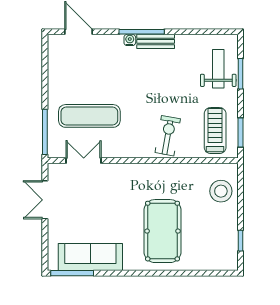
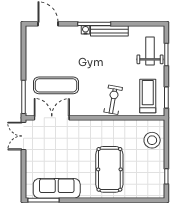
bench: (156, 41) -> (109, 31), width x1.36
double door: (84, 161) -> (52, 118), width x1.37
double door: (45, 200) -> (24, 136), moved

